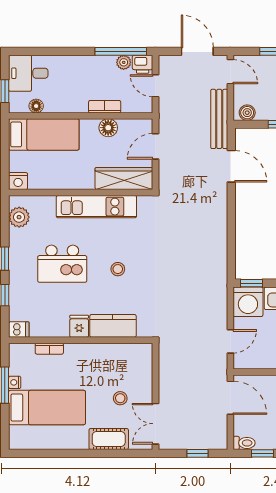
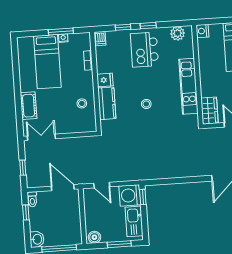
wardrobe: (124, 179) -> (210, 111), width x0.67
kitchen island: (62, 264) -> (144, 50), moved
stool: (120, 398) -> (82, 103), moved
door: (230, 398) -> (63, 188), swing flipped

